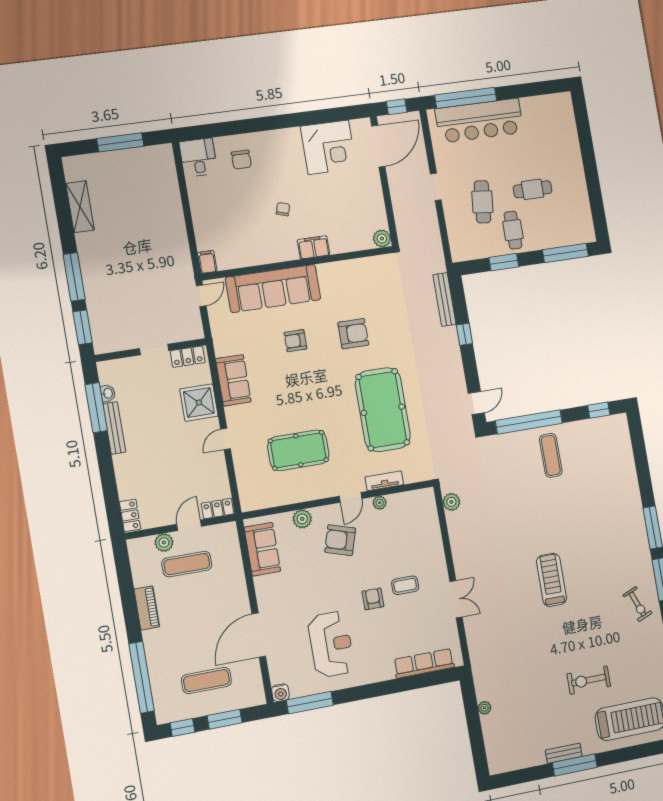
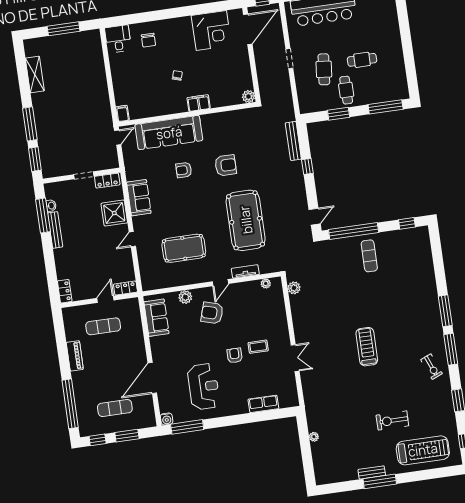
plant: (380, 503) -> (266, 284), moved
plant: (164, 543) -> (88, 311), removed
row of seats: (424, 663) -> (263, 404), width x0.68

